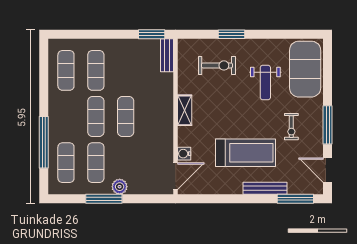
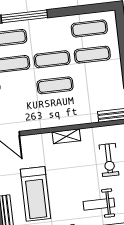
water cooler: (184, 154) -> (29, 140), removed

